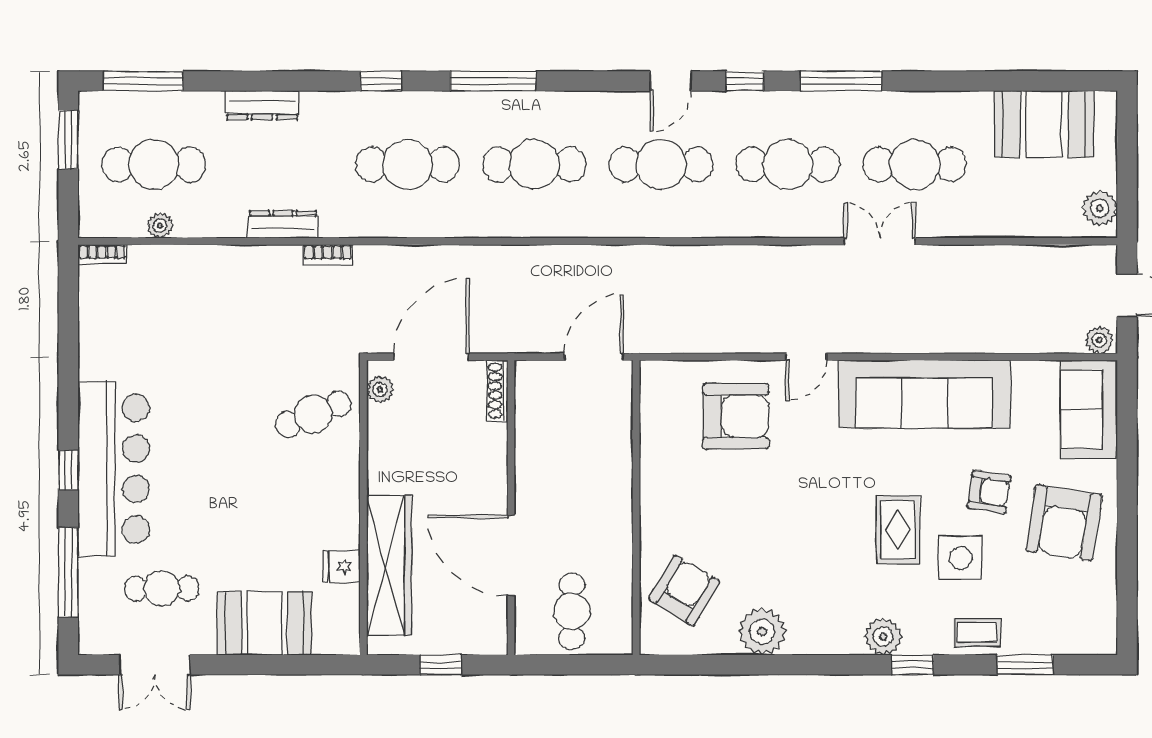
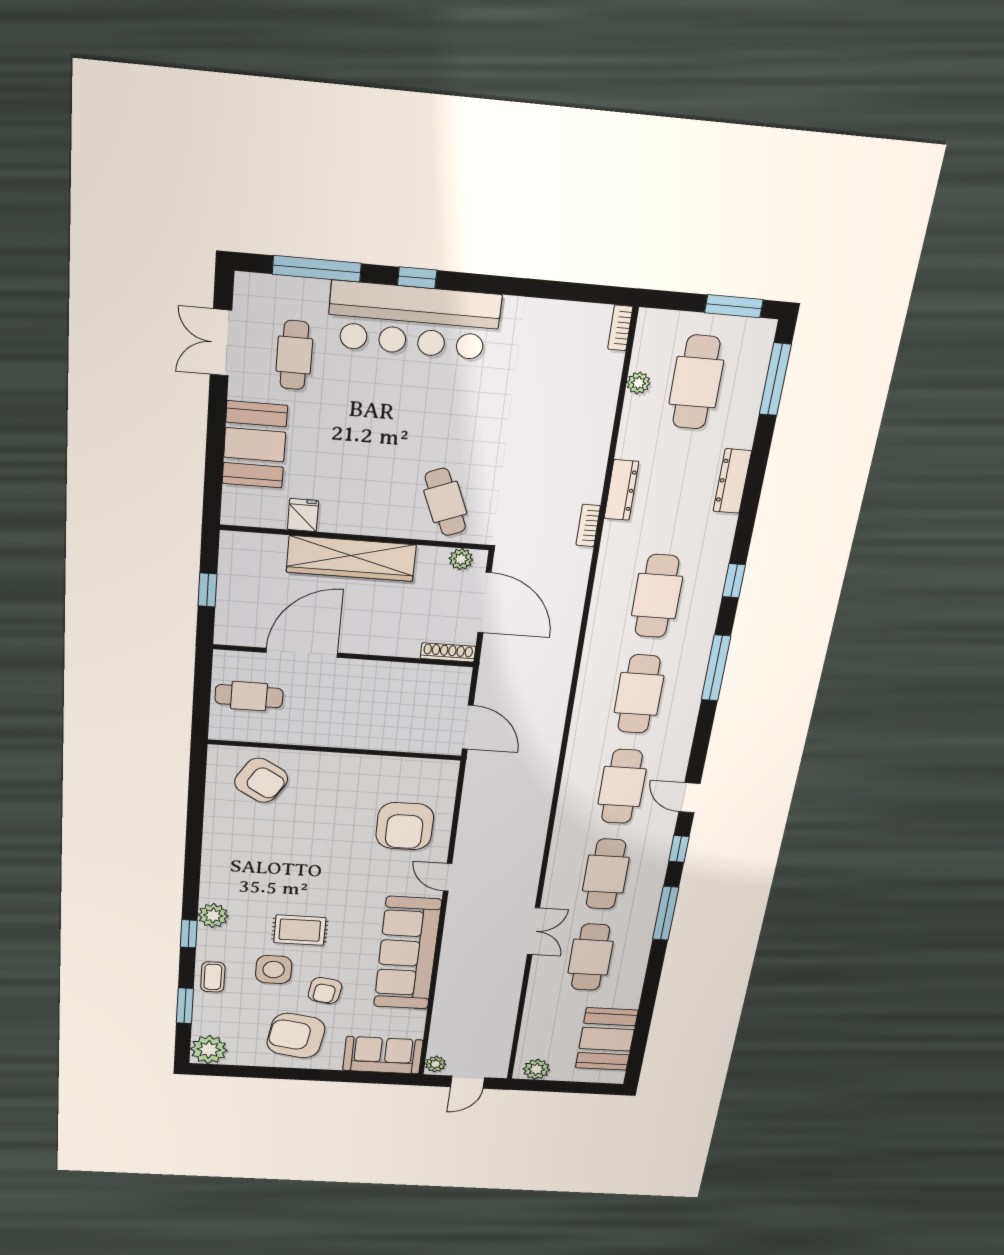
wardrobe: (389, 566) -> (351, 559), moved
plant: (762, 632) -> (209, 1050), moved

